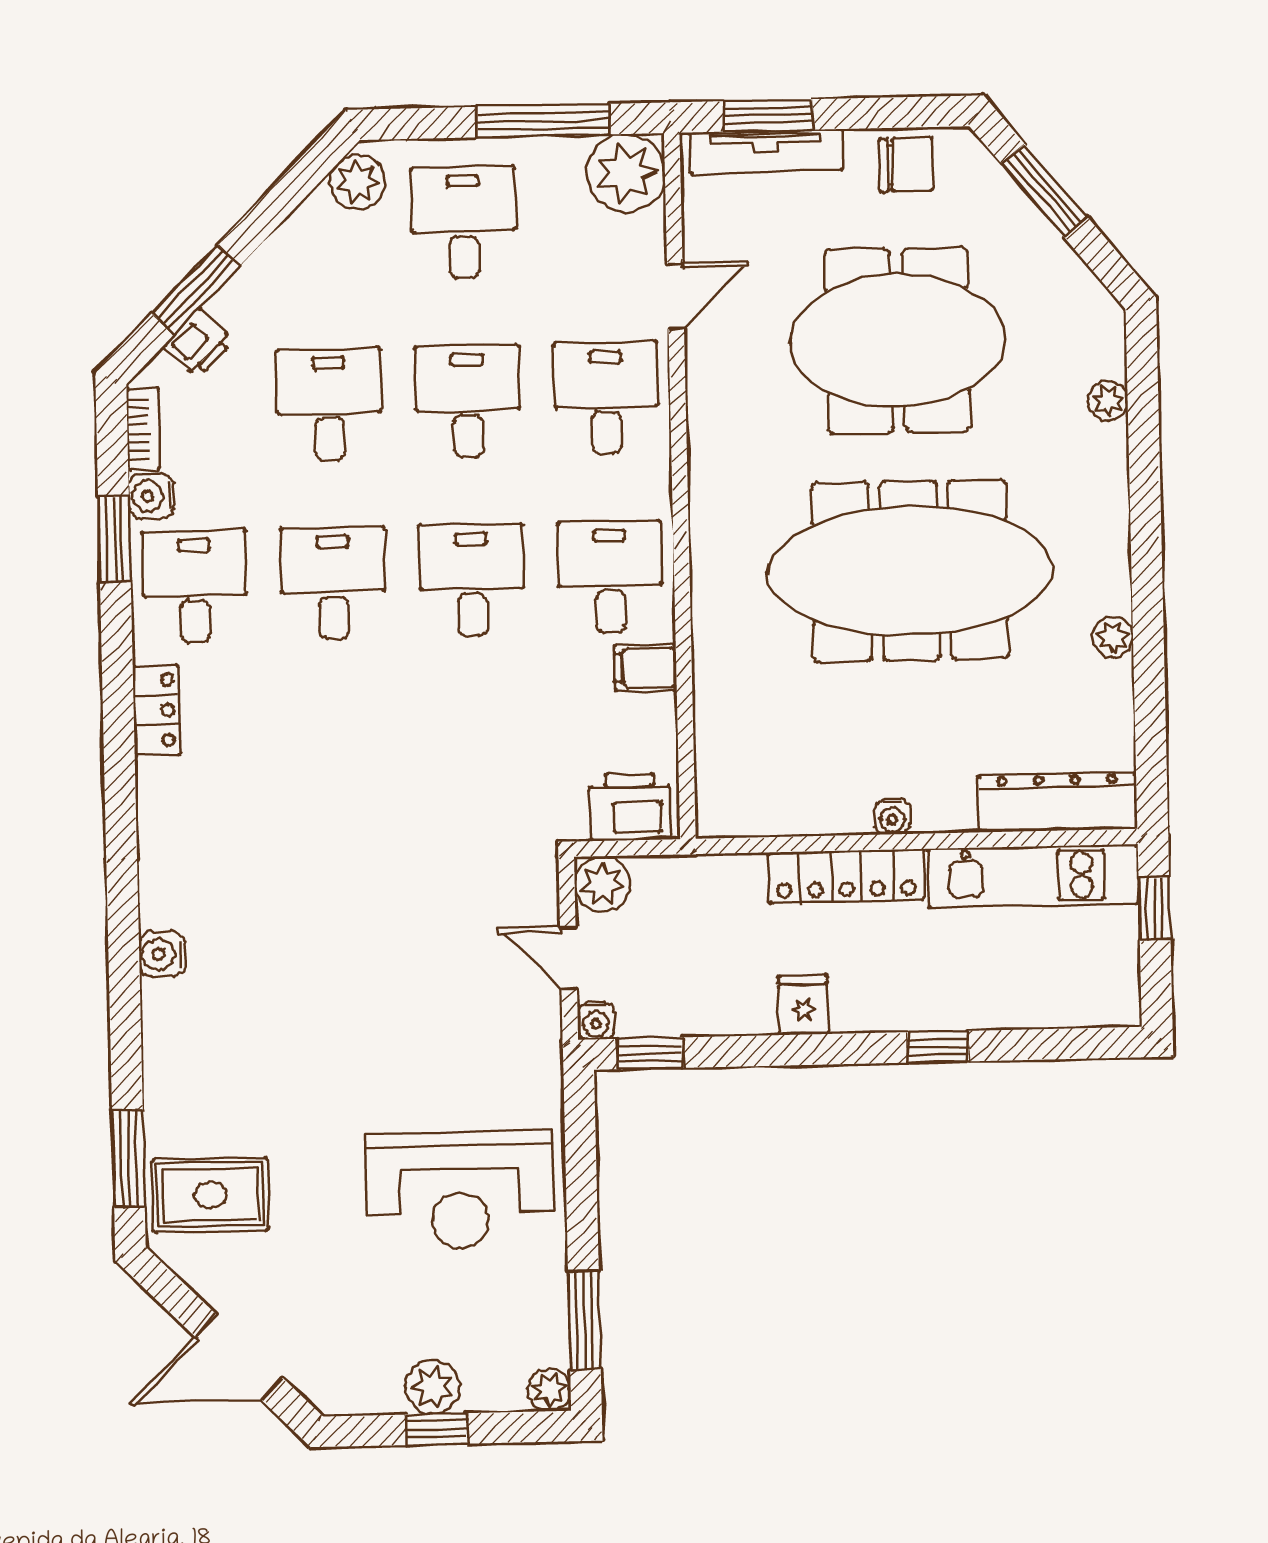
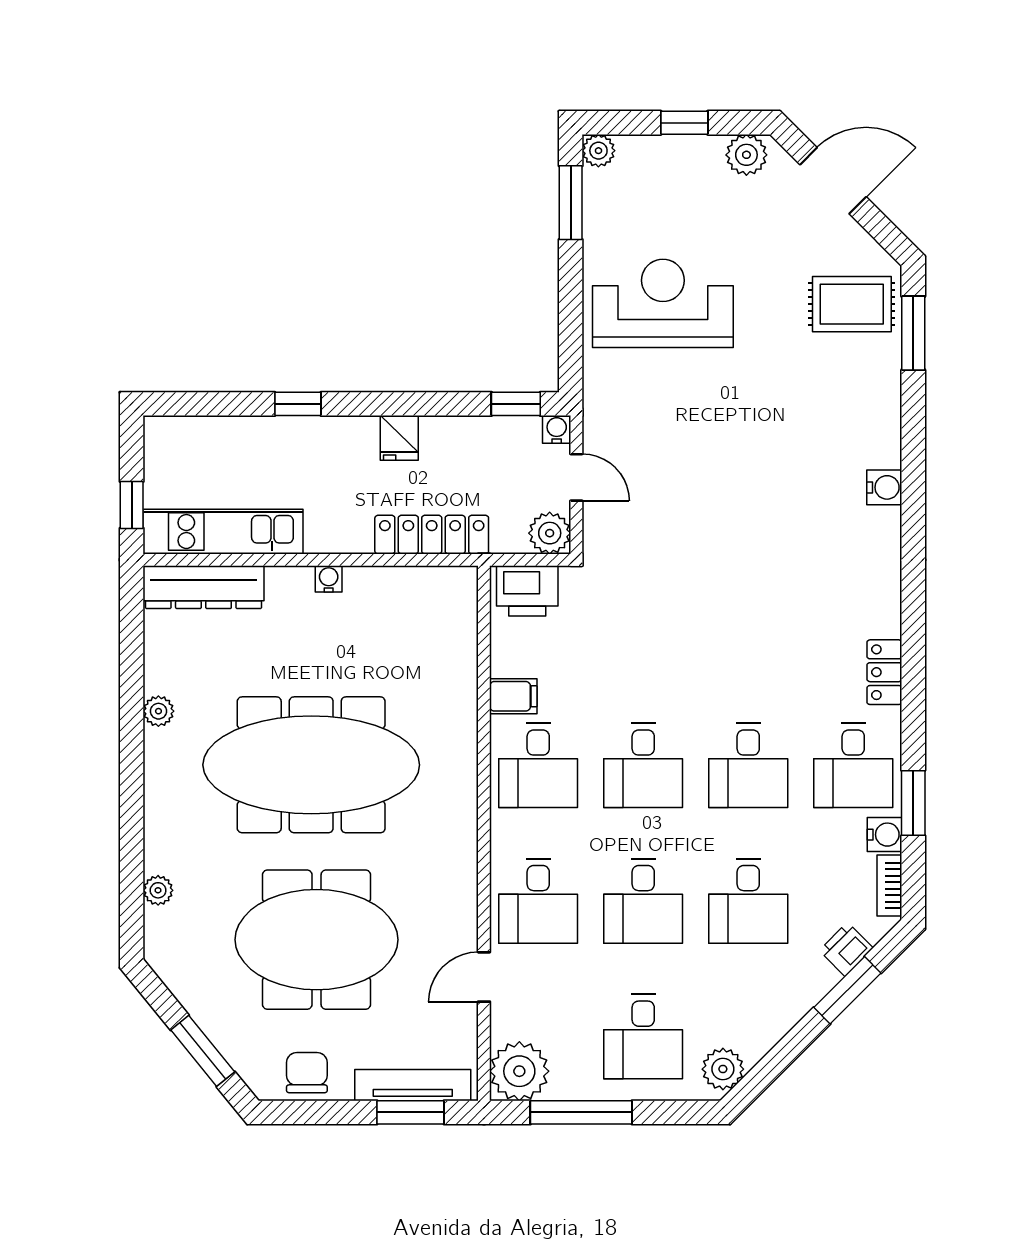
chair: (906, 165) -> (307, 1073), turned 90
locker: (846, 876) -> (432, 535), moved
plant: (433, 1387) -> (746, 155), moved

